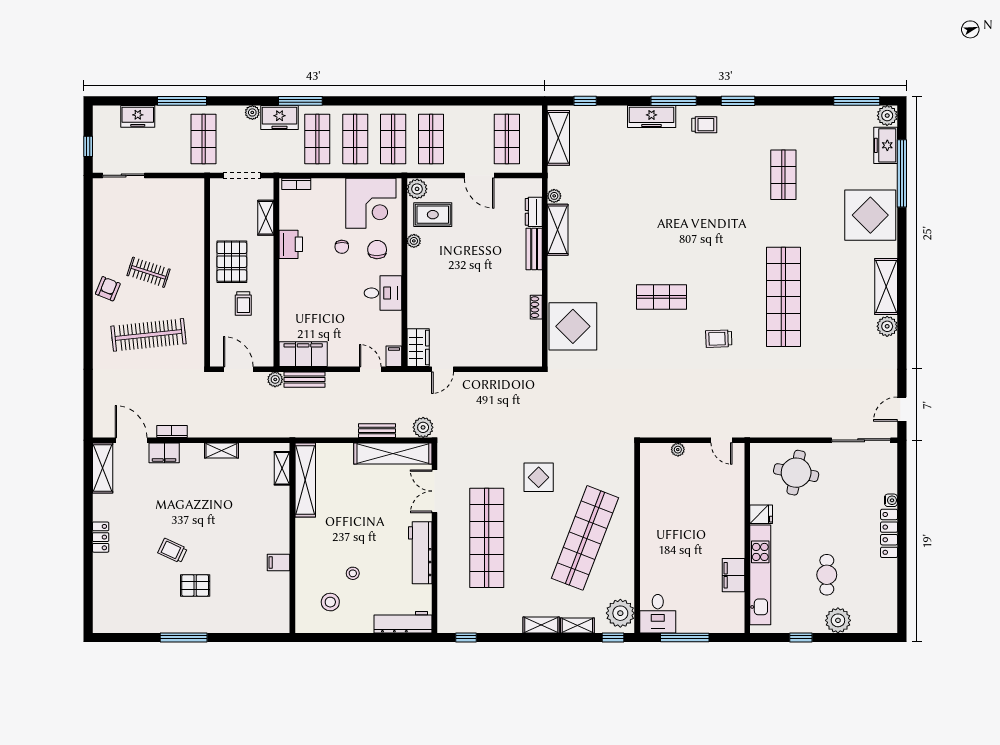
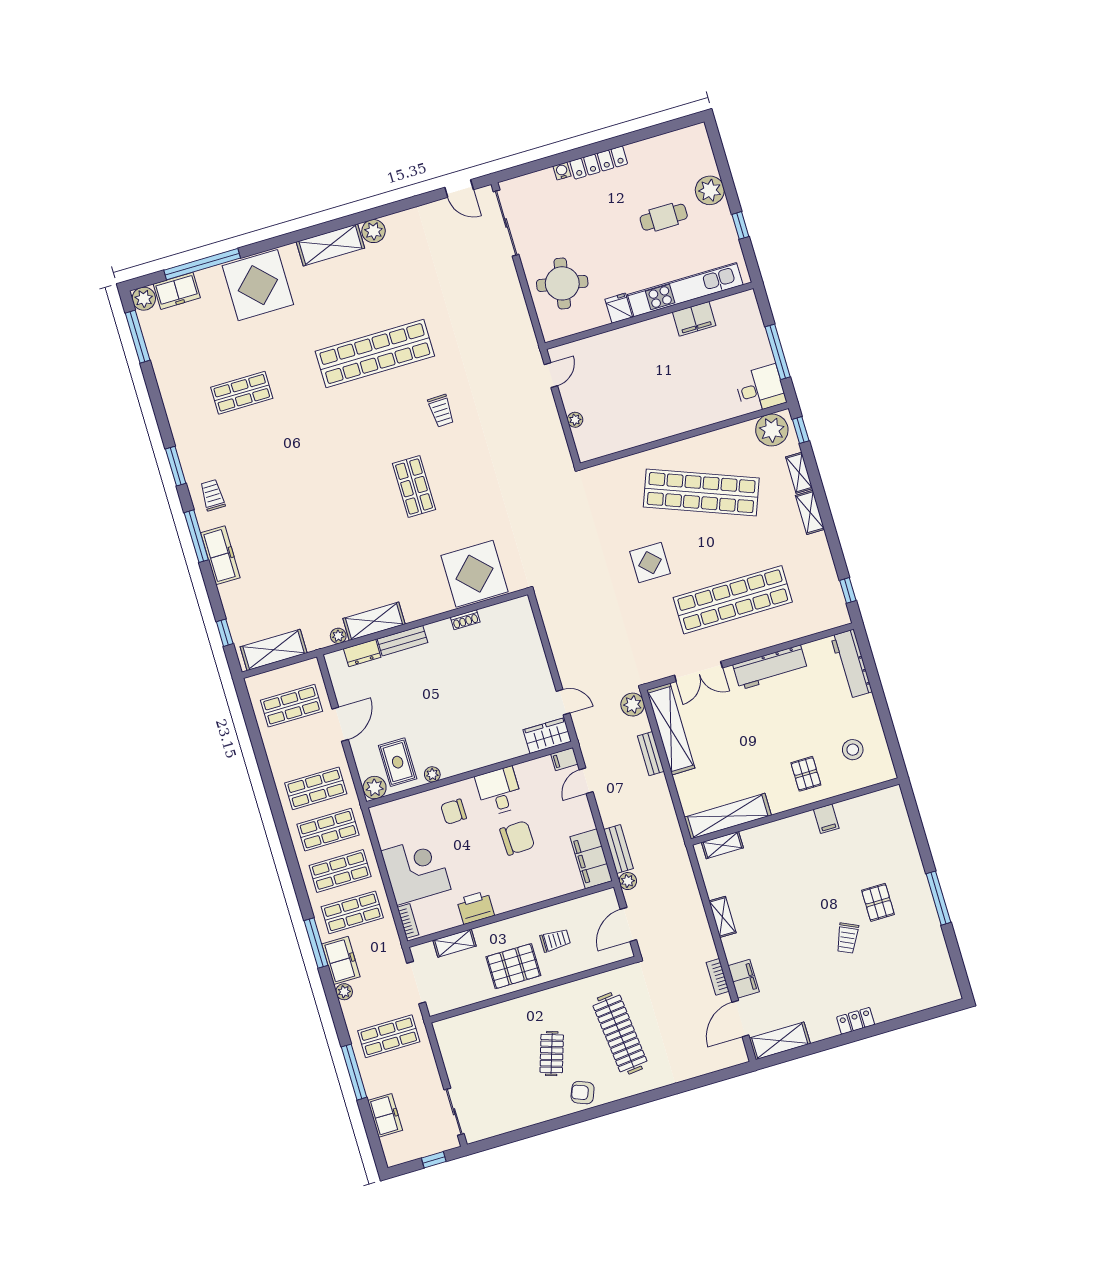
corner desk: (371, 203) -> (416, 870), moved
chair: (342, 247) -> (517, 838), moved, width x1.87, depth x1.87
pallet: (322, 556) -> (806, 774), added
stool: (353, 573) -> (814, 734), removed

